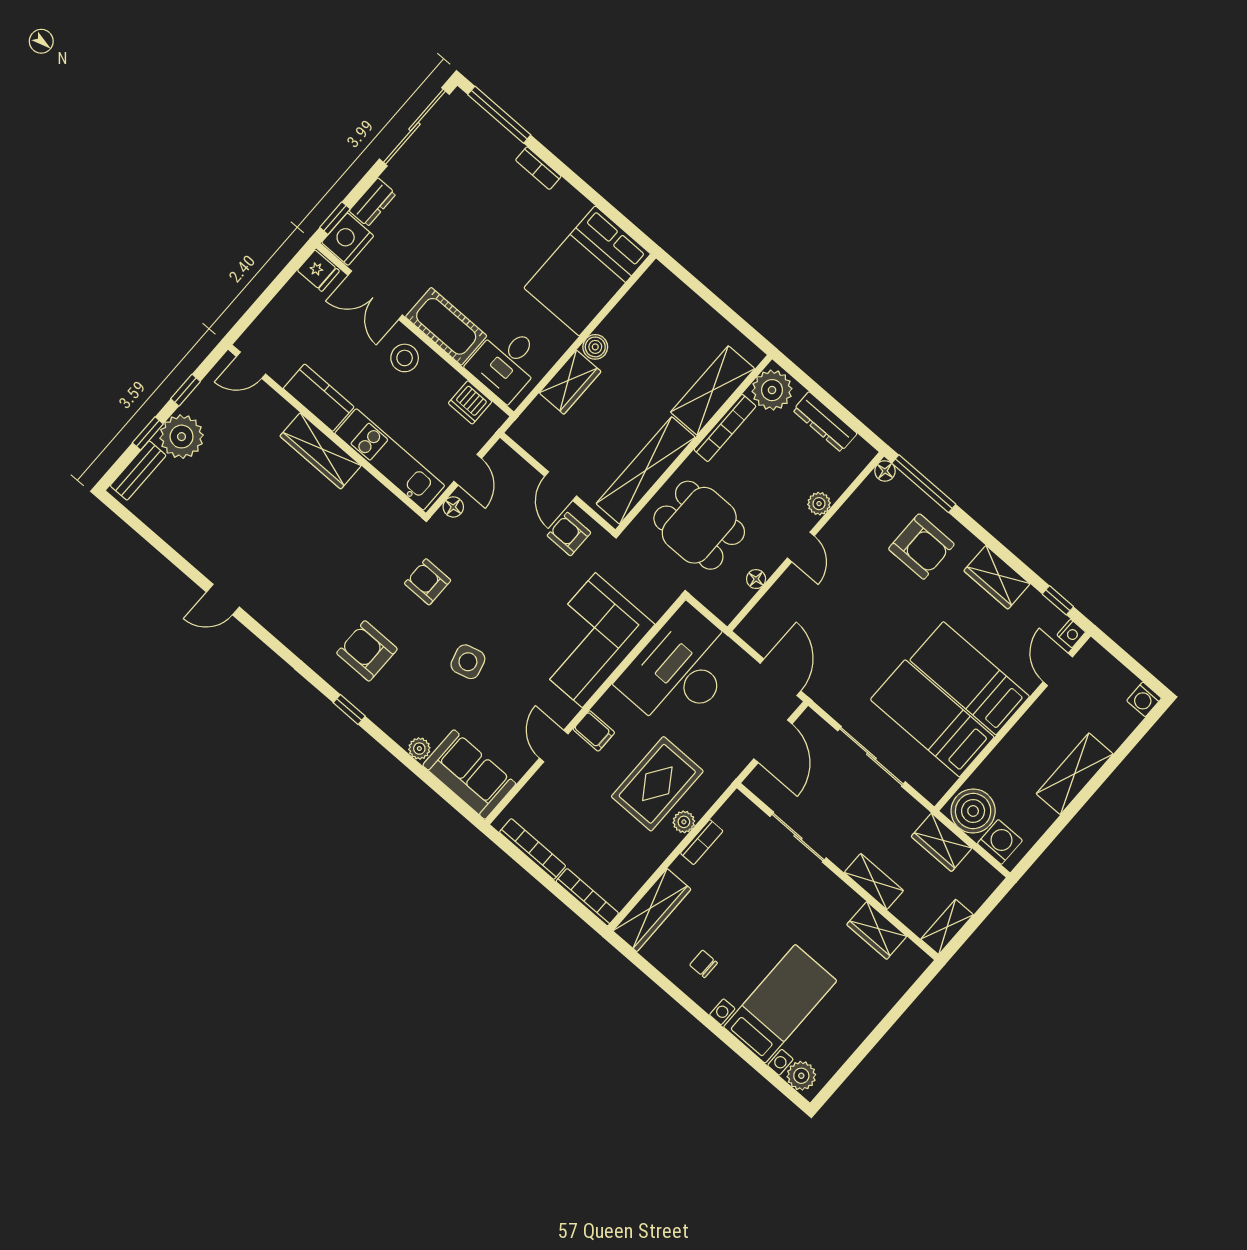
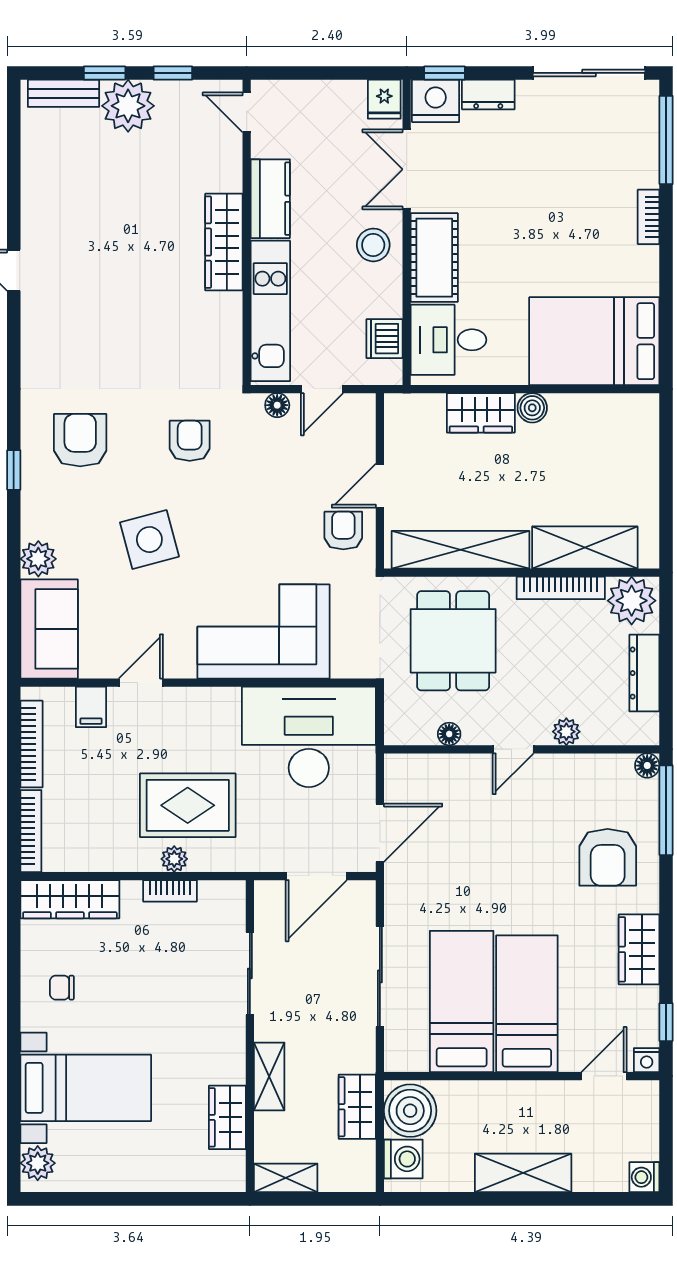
side table: (468, 662) -> (149, 540), width x1.37, depth x1.37
filing cabinet: (594, 731) -> (91, 707), moved
plant: (419, 749) -> (38, 559), width x1.38, depth x1.38
chair: (703, 964) -> (62, 988), turned -90

